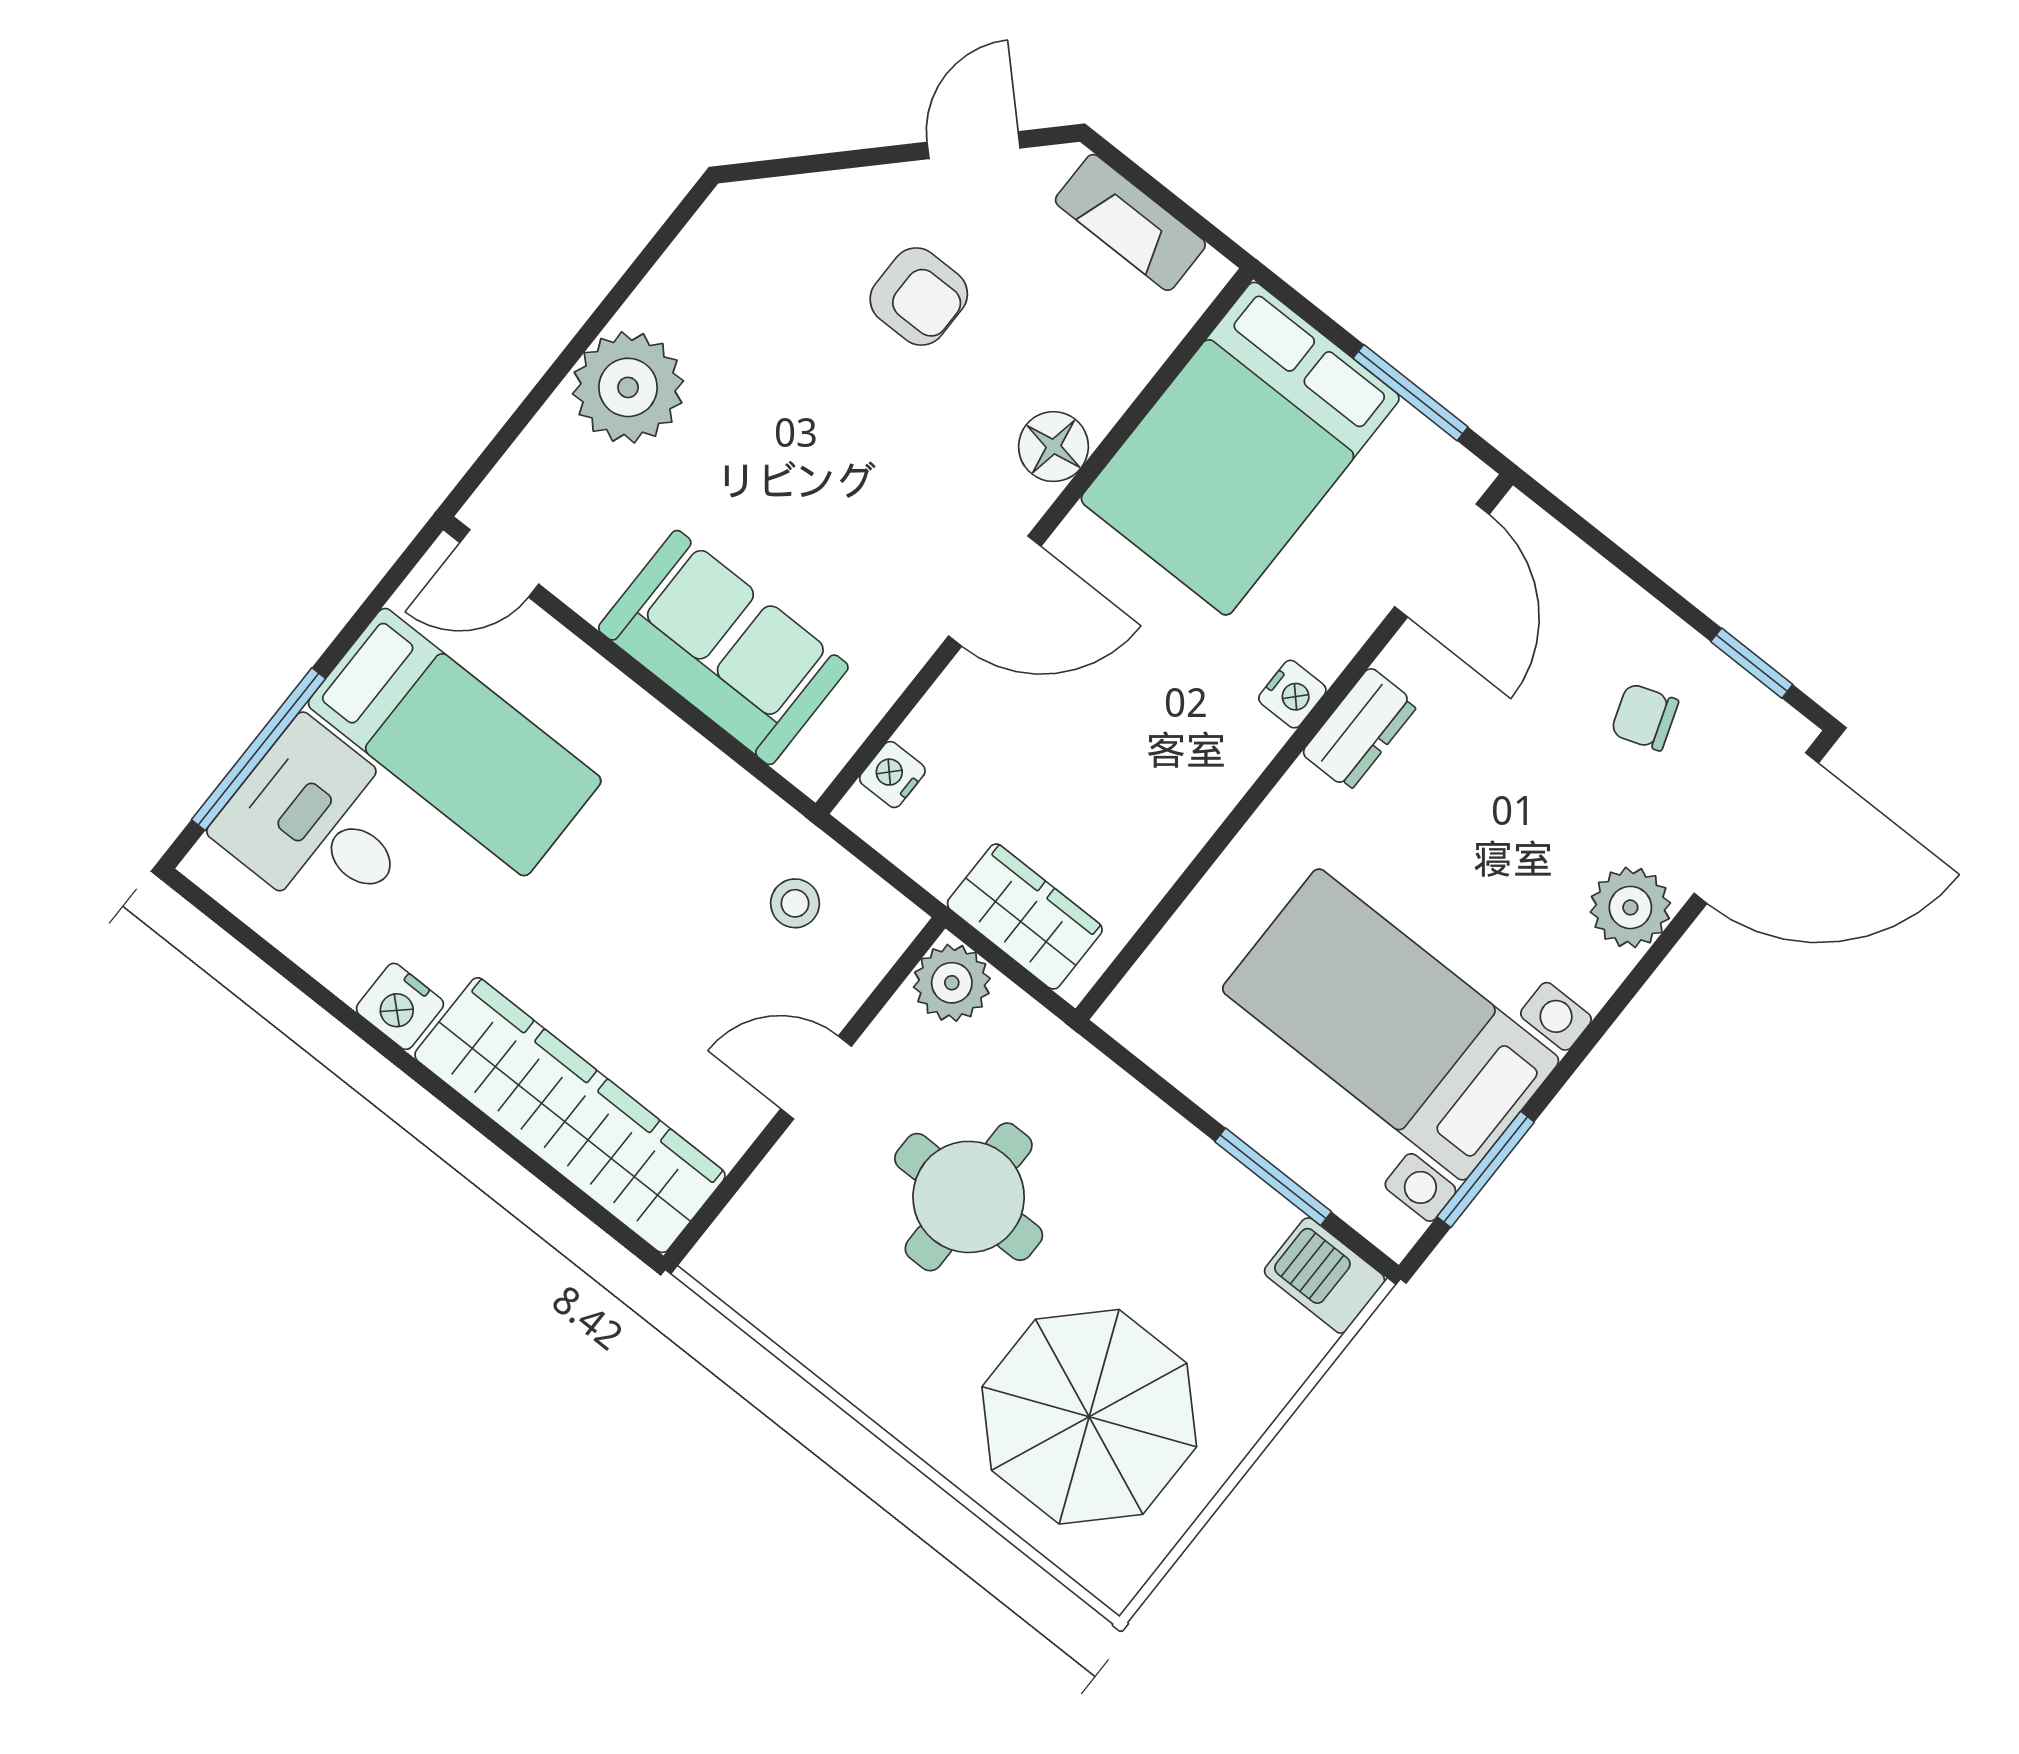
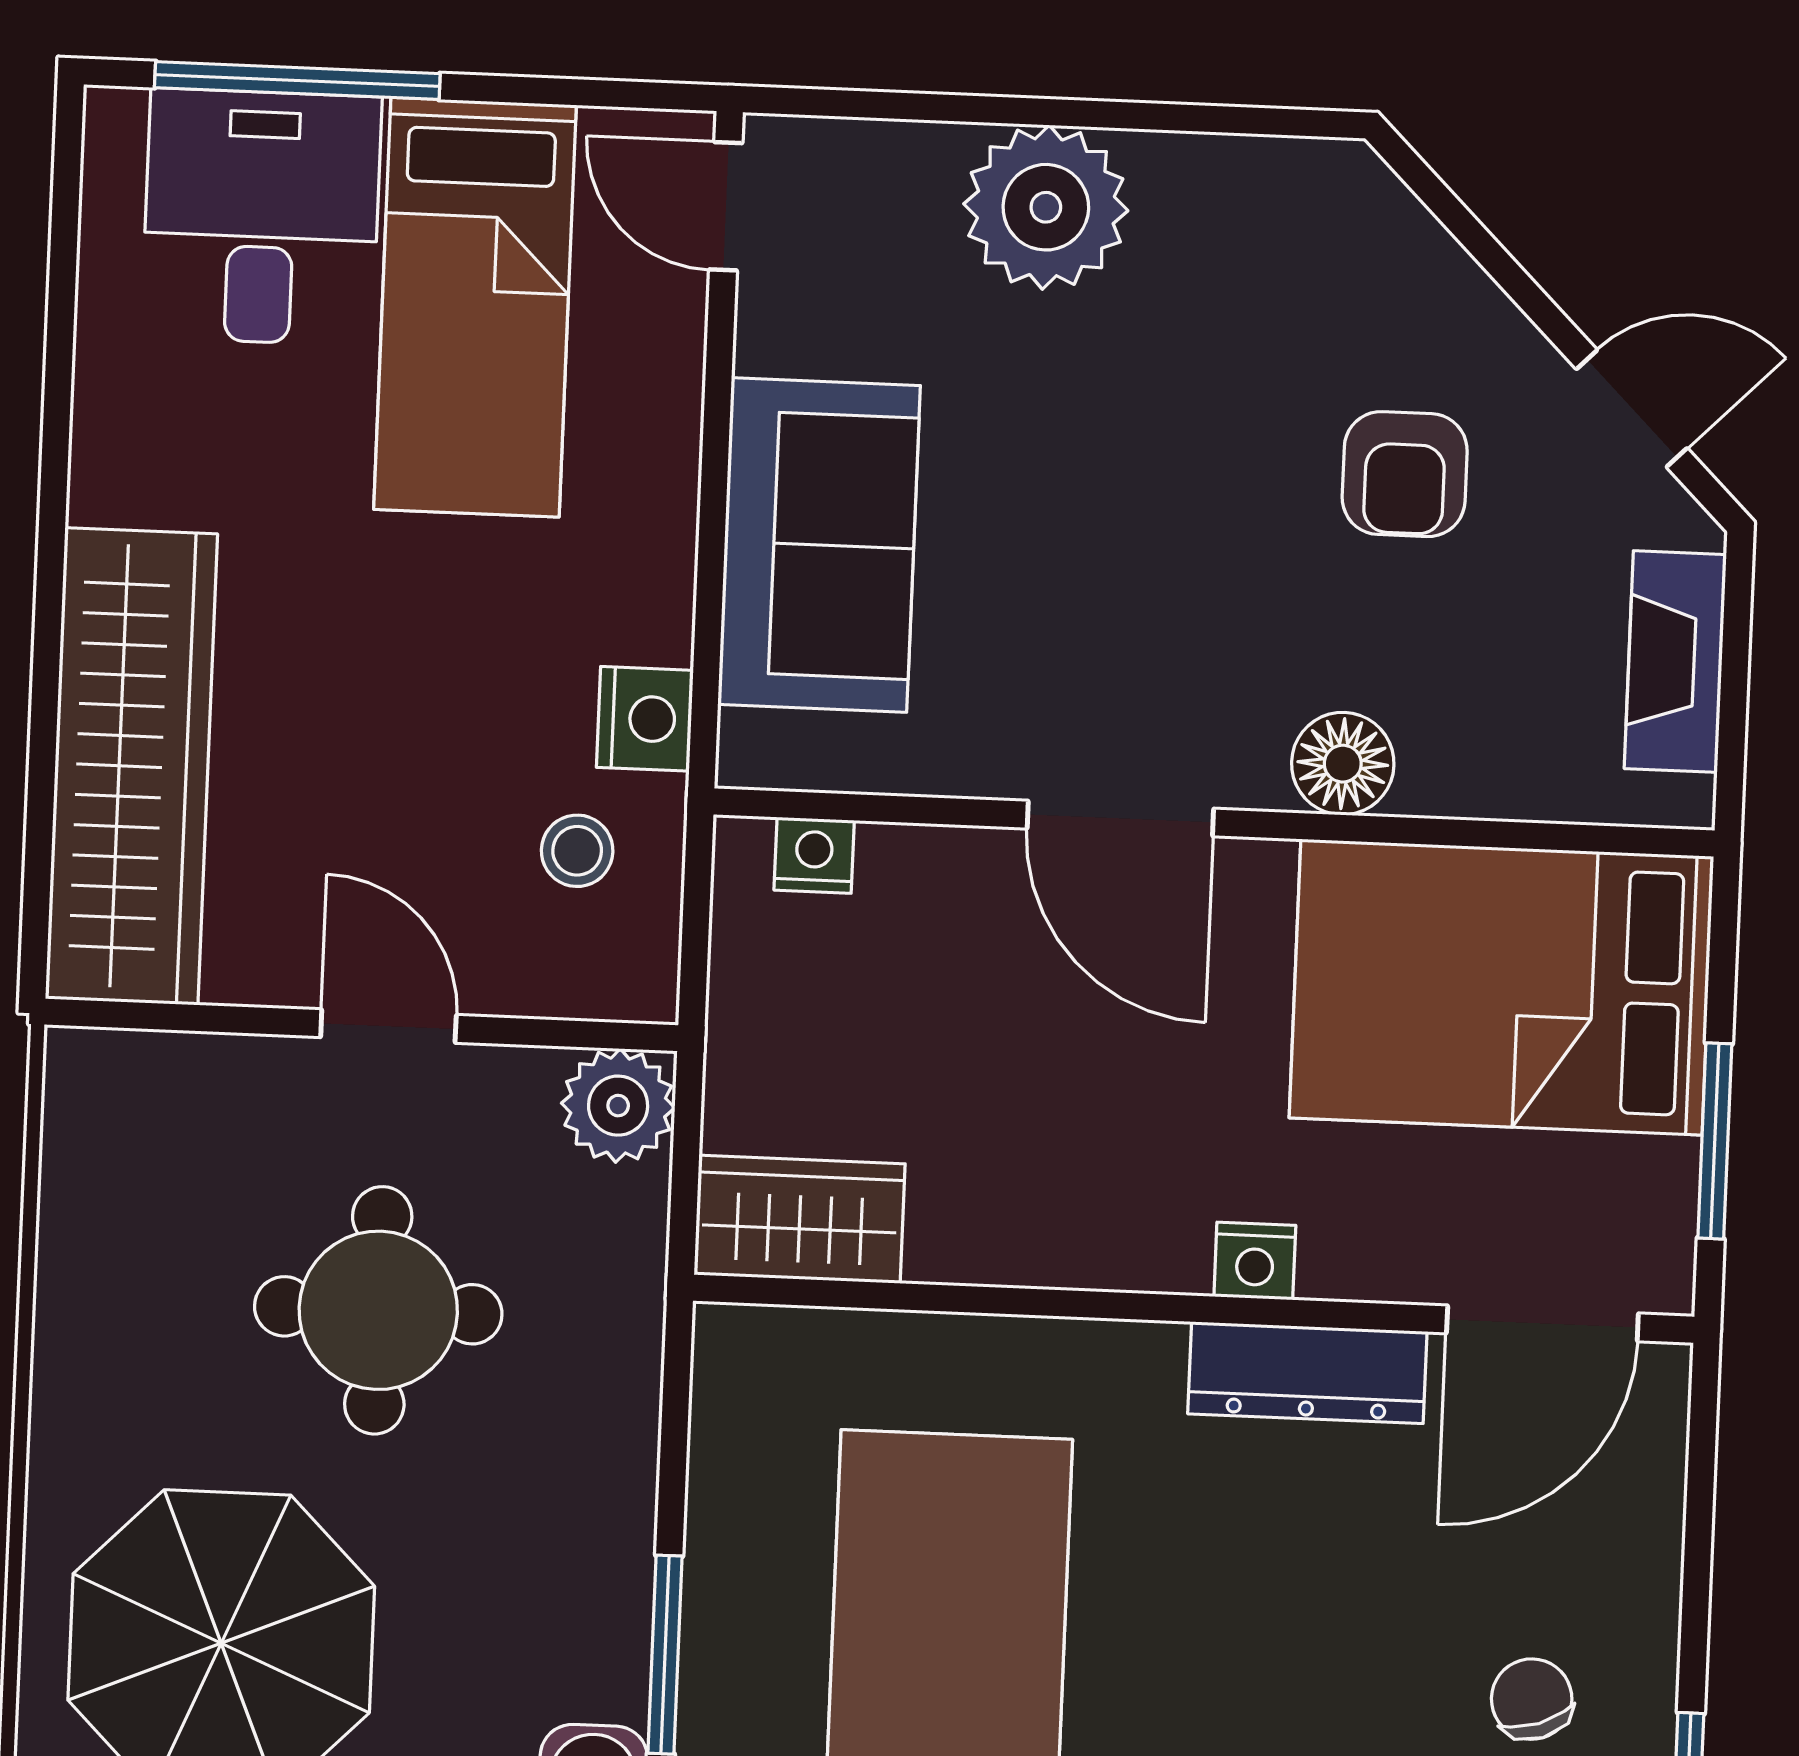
dresser: (1360, 729) -> (1307, 1373), width x1.44
wardrobe: (1025, 917) -> (800, 1219), moved, turned -90
nightstand: (400, 1006) -> (645, 719), moved, turned 180

